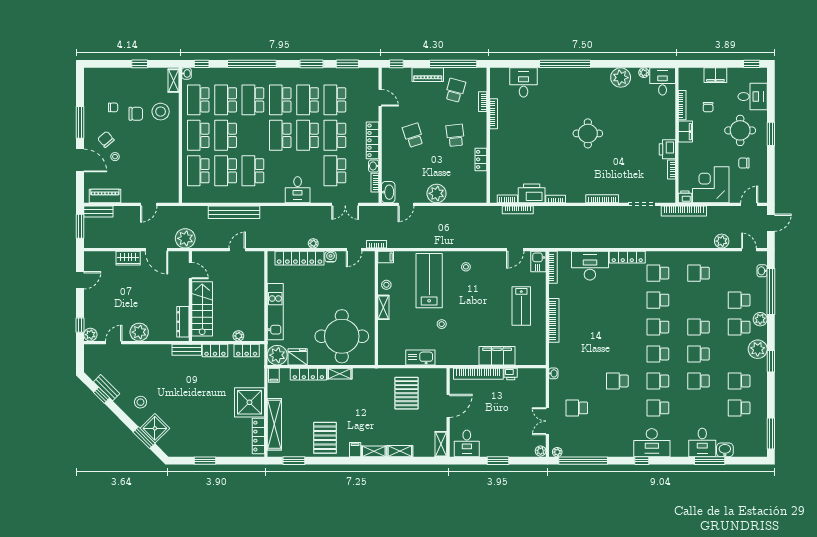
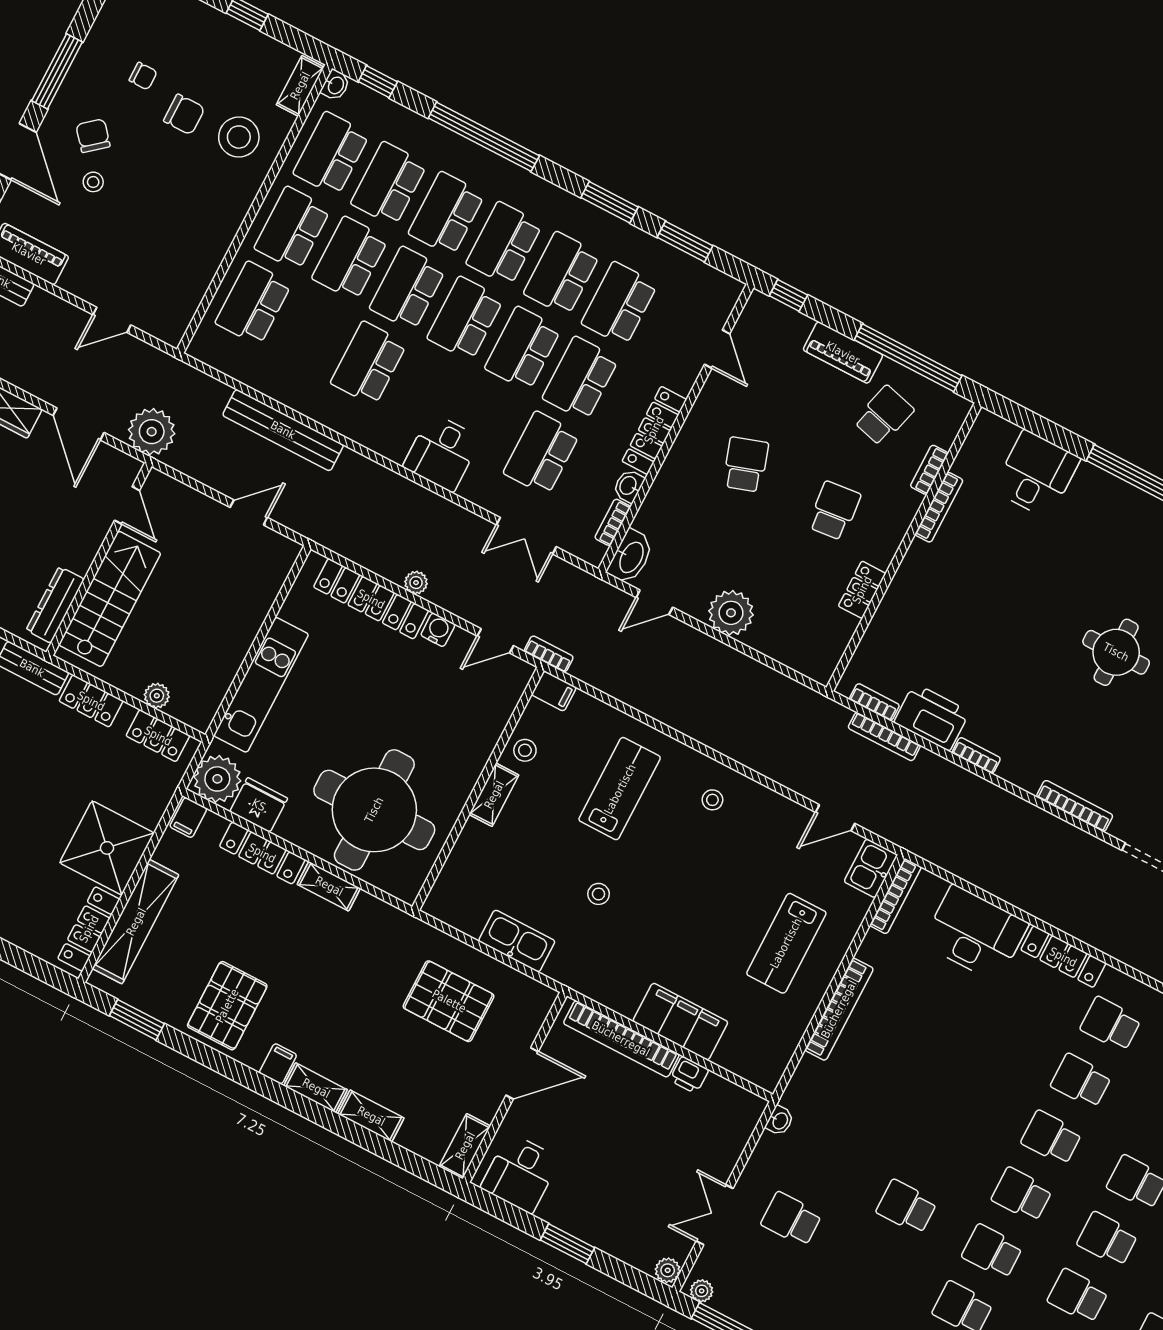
school desk: (226, 171) -> (408, 289), moved
lab bench: (429, 281) -> (620, 789), width x0.73, depth x0.72
pallet: (407, 393) -> (449, 1001), turned 90

